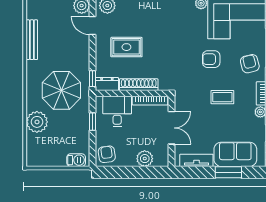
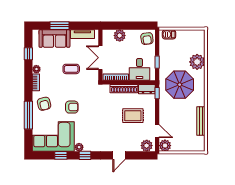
coffee table: (222, 97) -> (71, 69), moved

